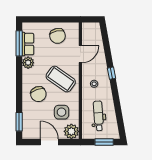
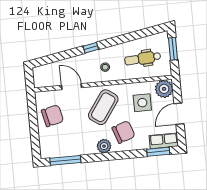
row of seats: (28, 44) -> (164, 141), moved
plant: (28, 63) -> (104, 146), moved

